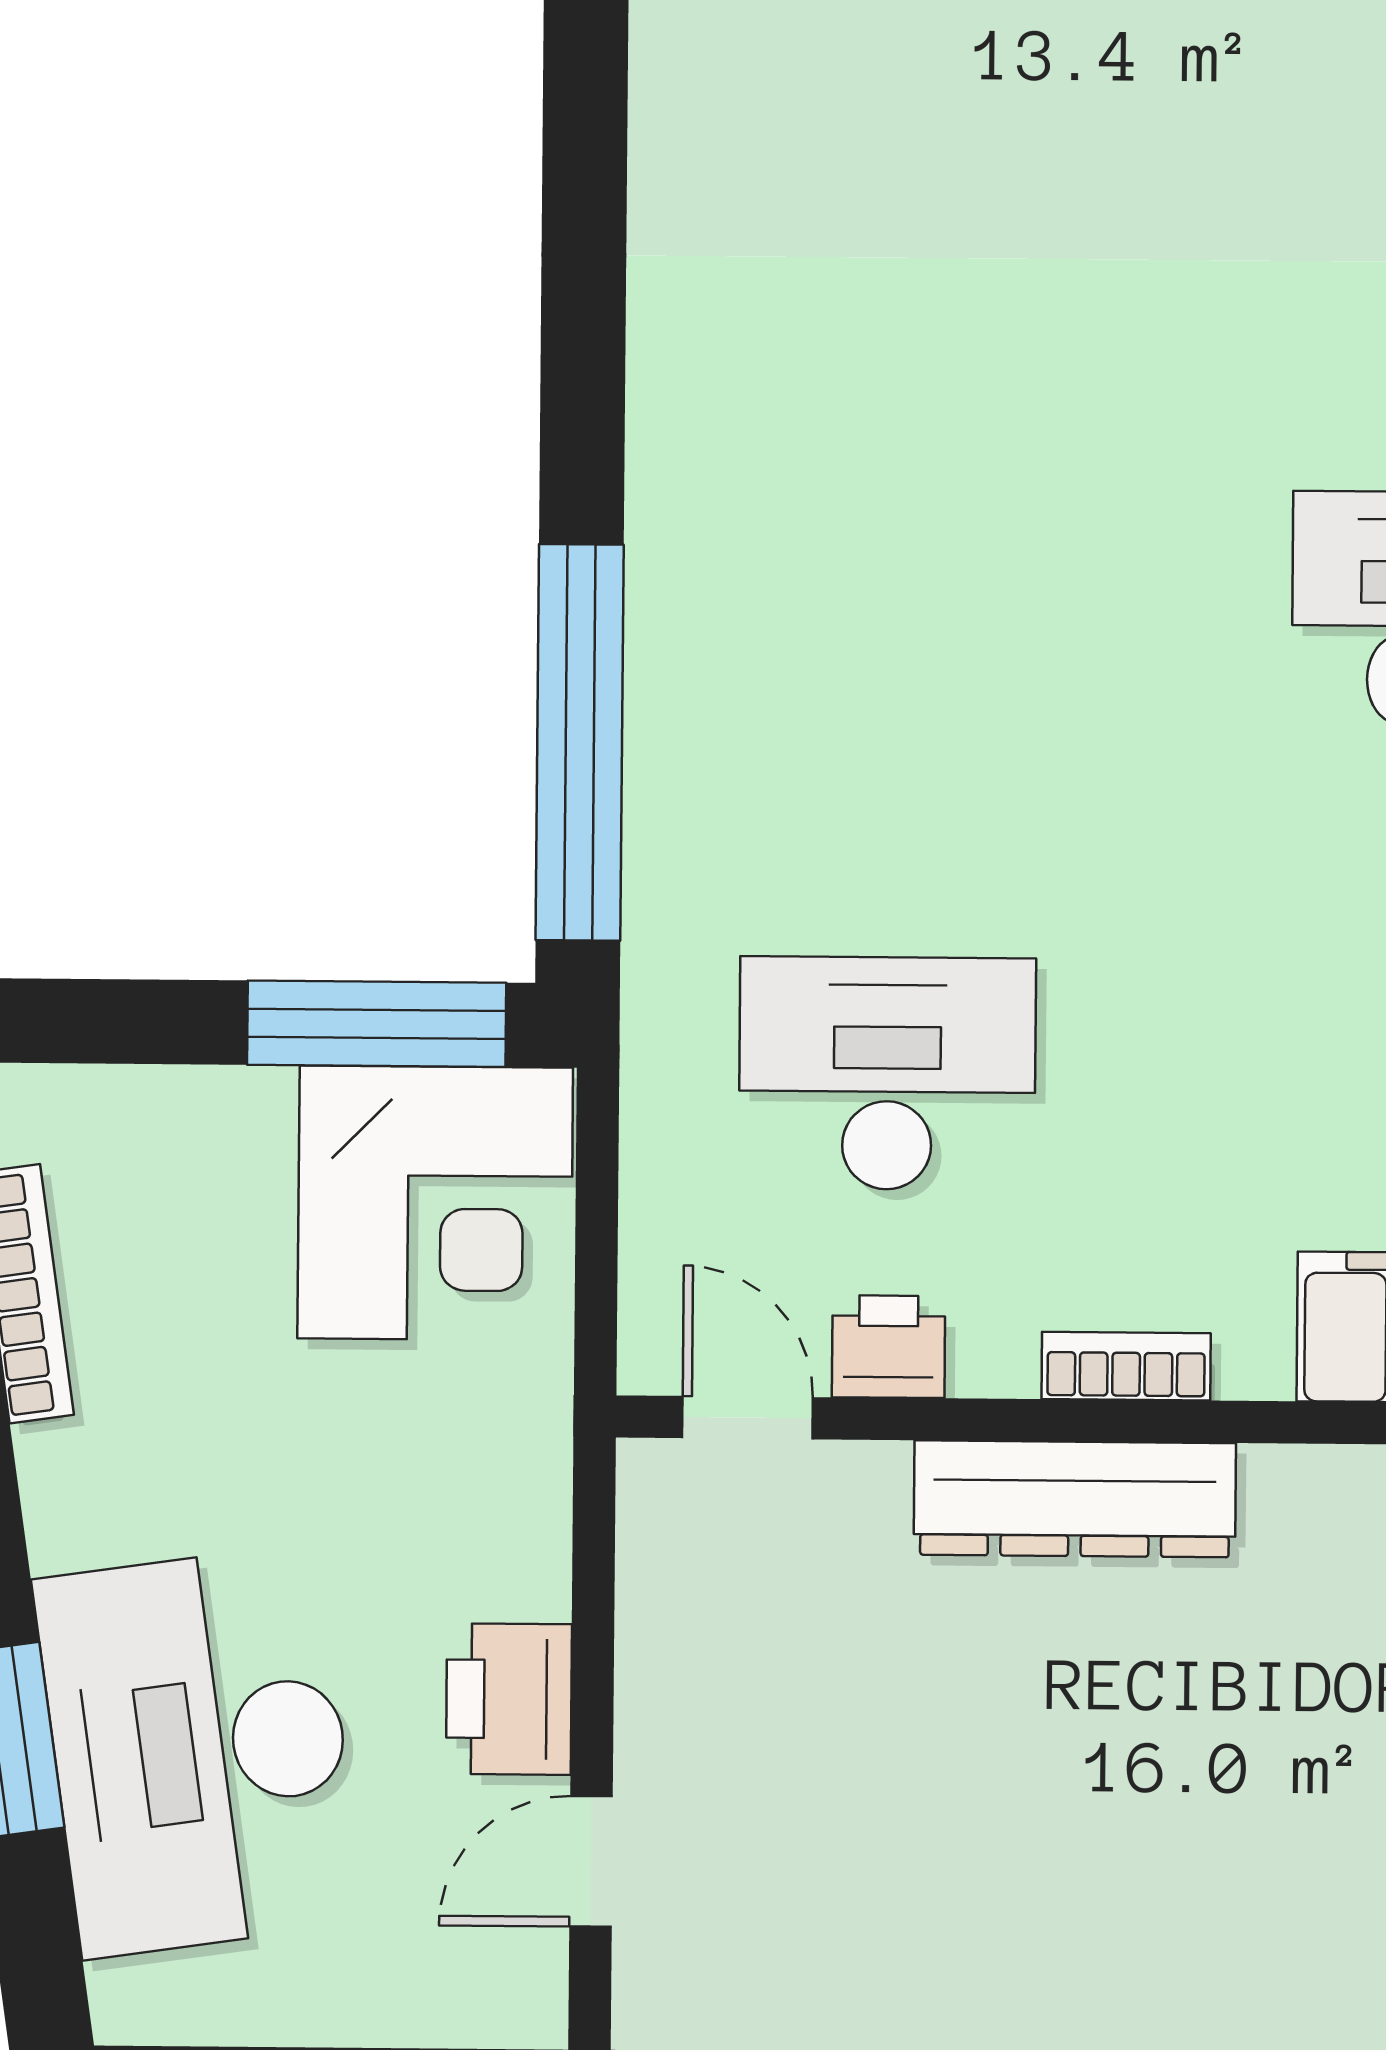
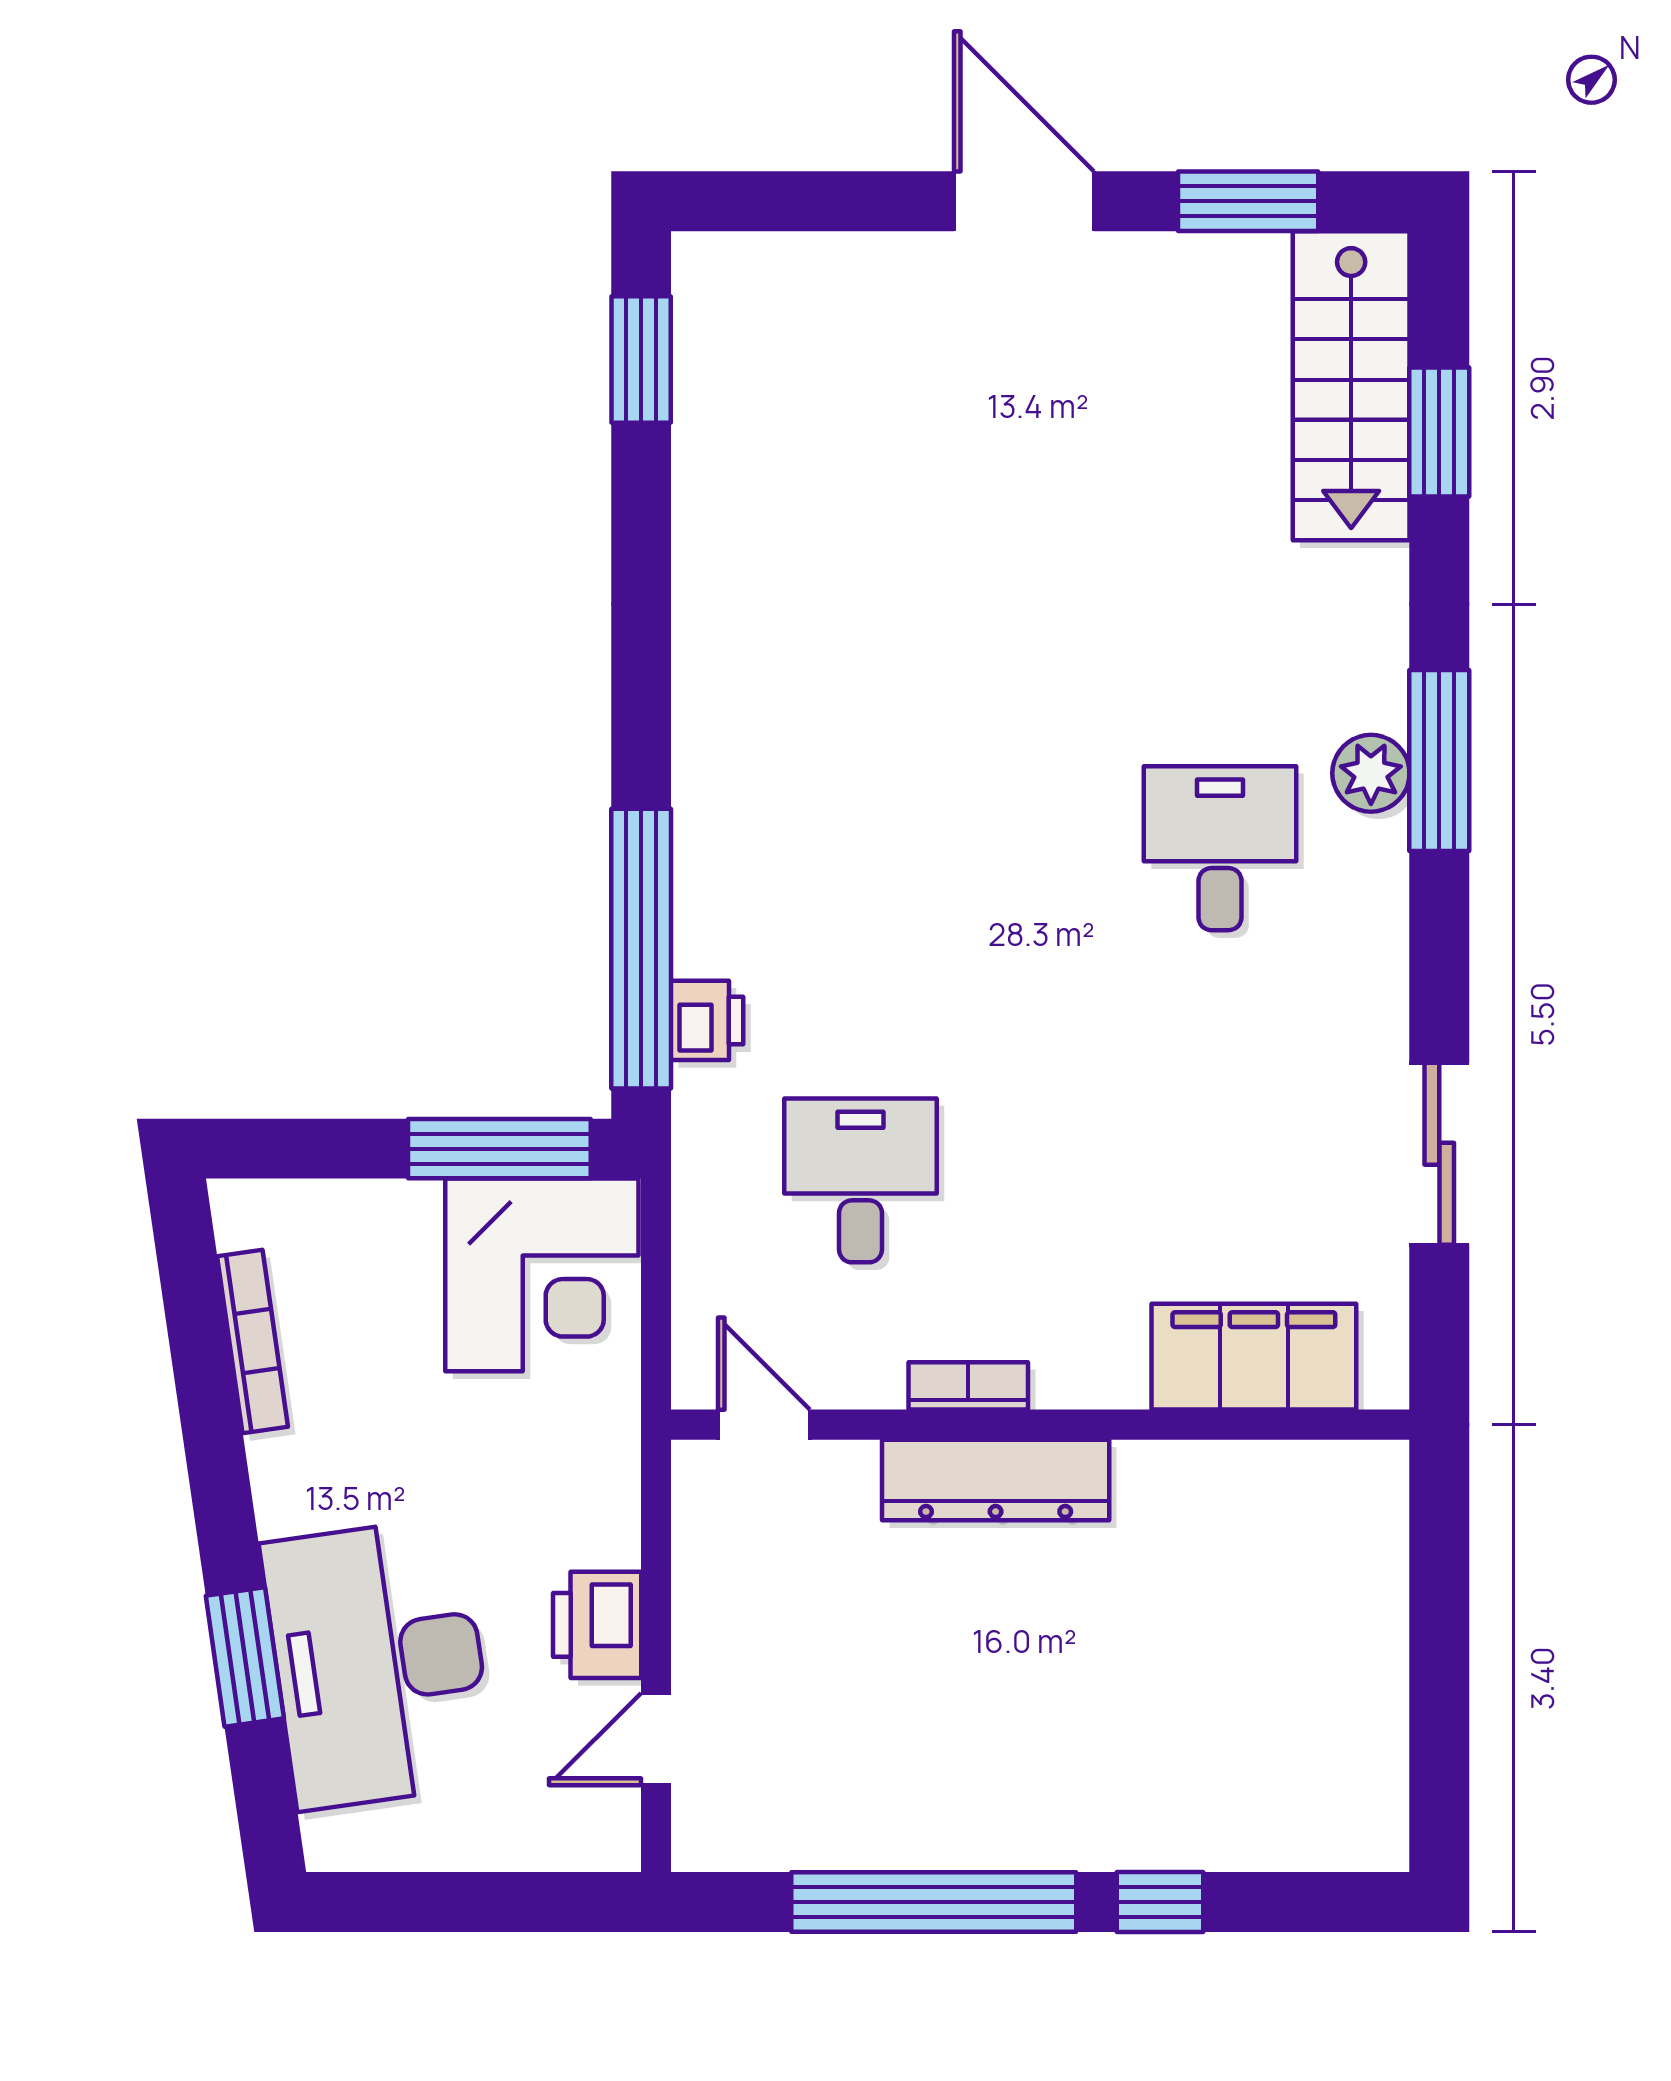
desk: (887, 1073) -> (860, 1180), width x0.73
printer: (888, 1347) -> (707, 1020), moved, turned 90
bookcase: (1126, 1366) -> (968, 1386), moved

